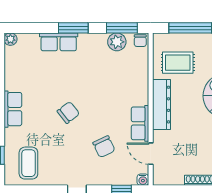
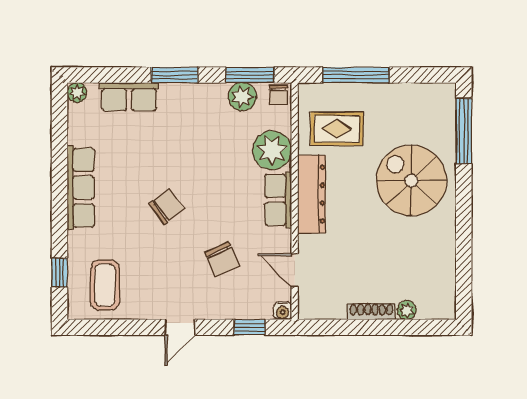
row of seats: (59, 42) -> (129, 97), moved
plant: (136, 76) -> (272, 150), added
row of seats: (13, 109) -> (81, 188), width x1.48
row of seats: (140, 123) -> (278, 200), moved

